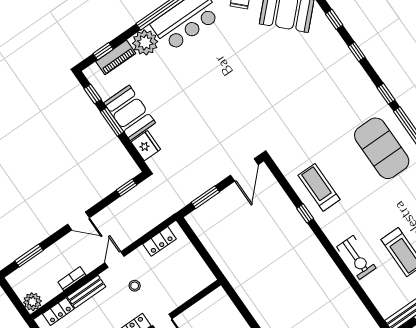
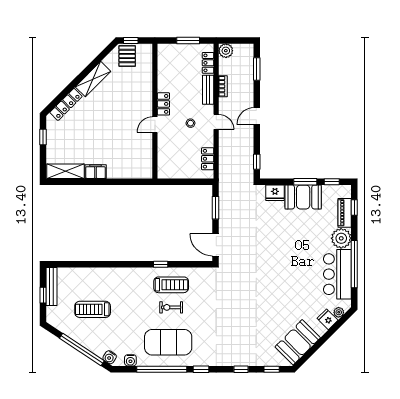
exercise bike: (356, 257) -> (171, 307), moved, width x0.73, depth x0.72

